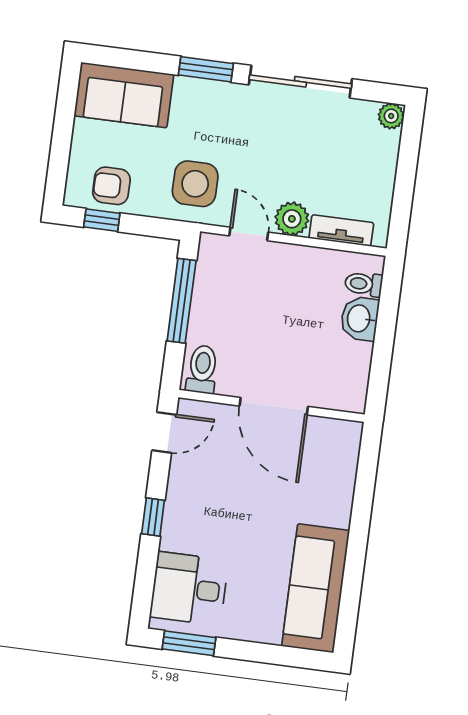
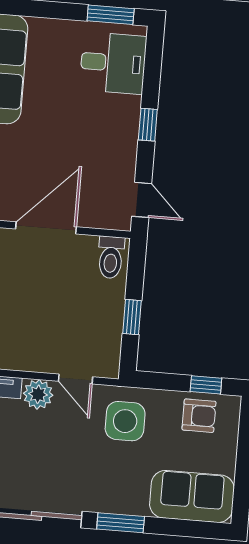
window: (182, 301) -> (132, 317), width x0.46
door: (274, 406) -> (46, 228), hinge flipped
door: (164, 433) -> (142, 200), swing flipped

